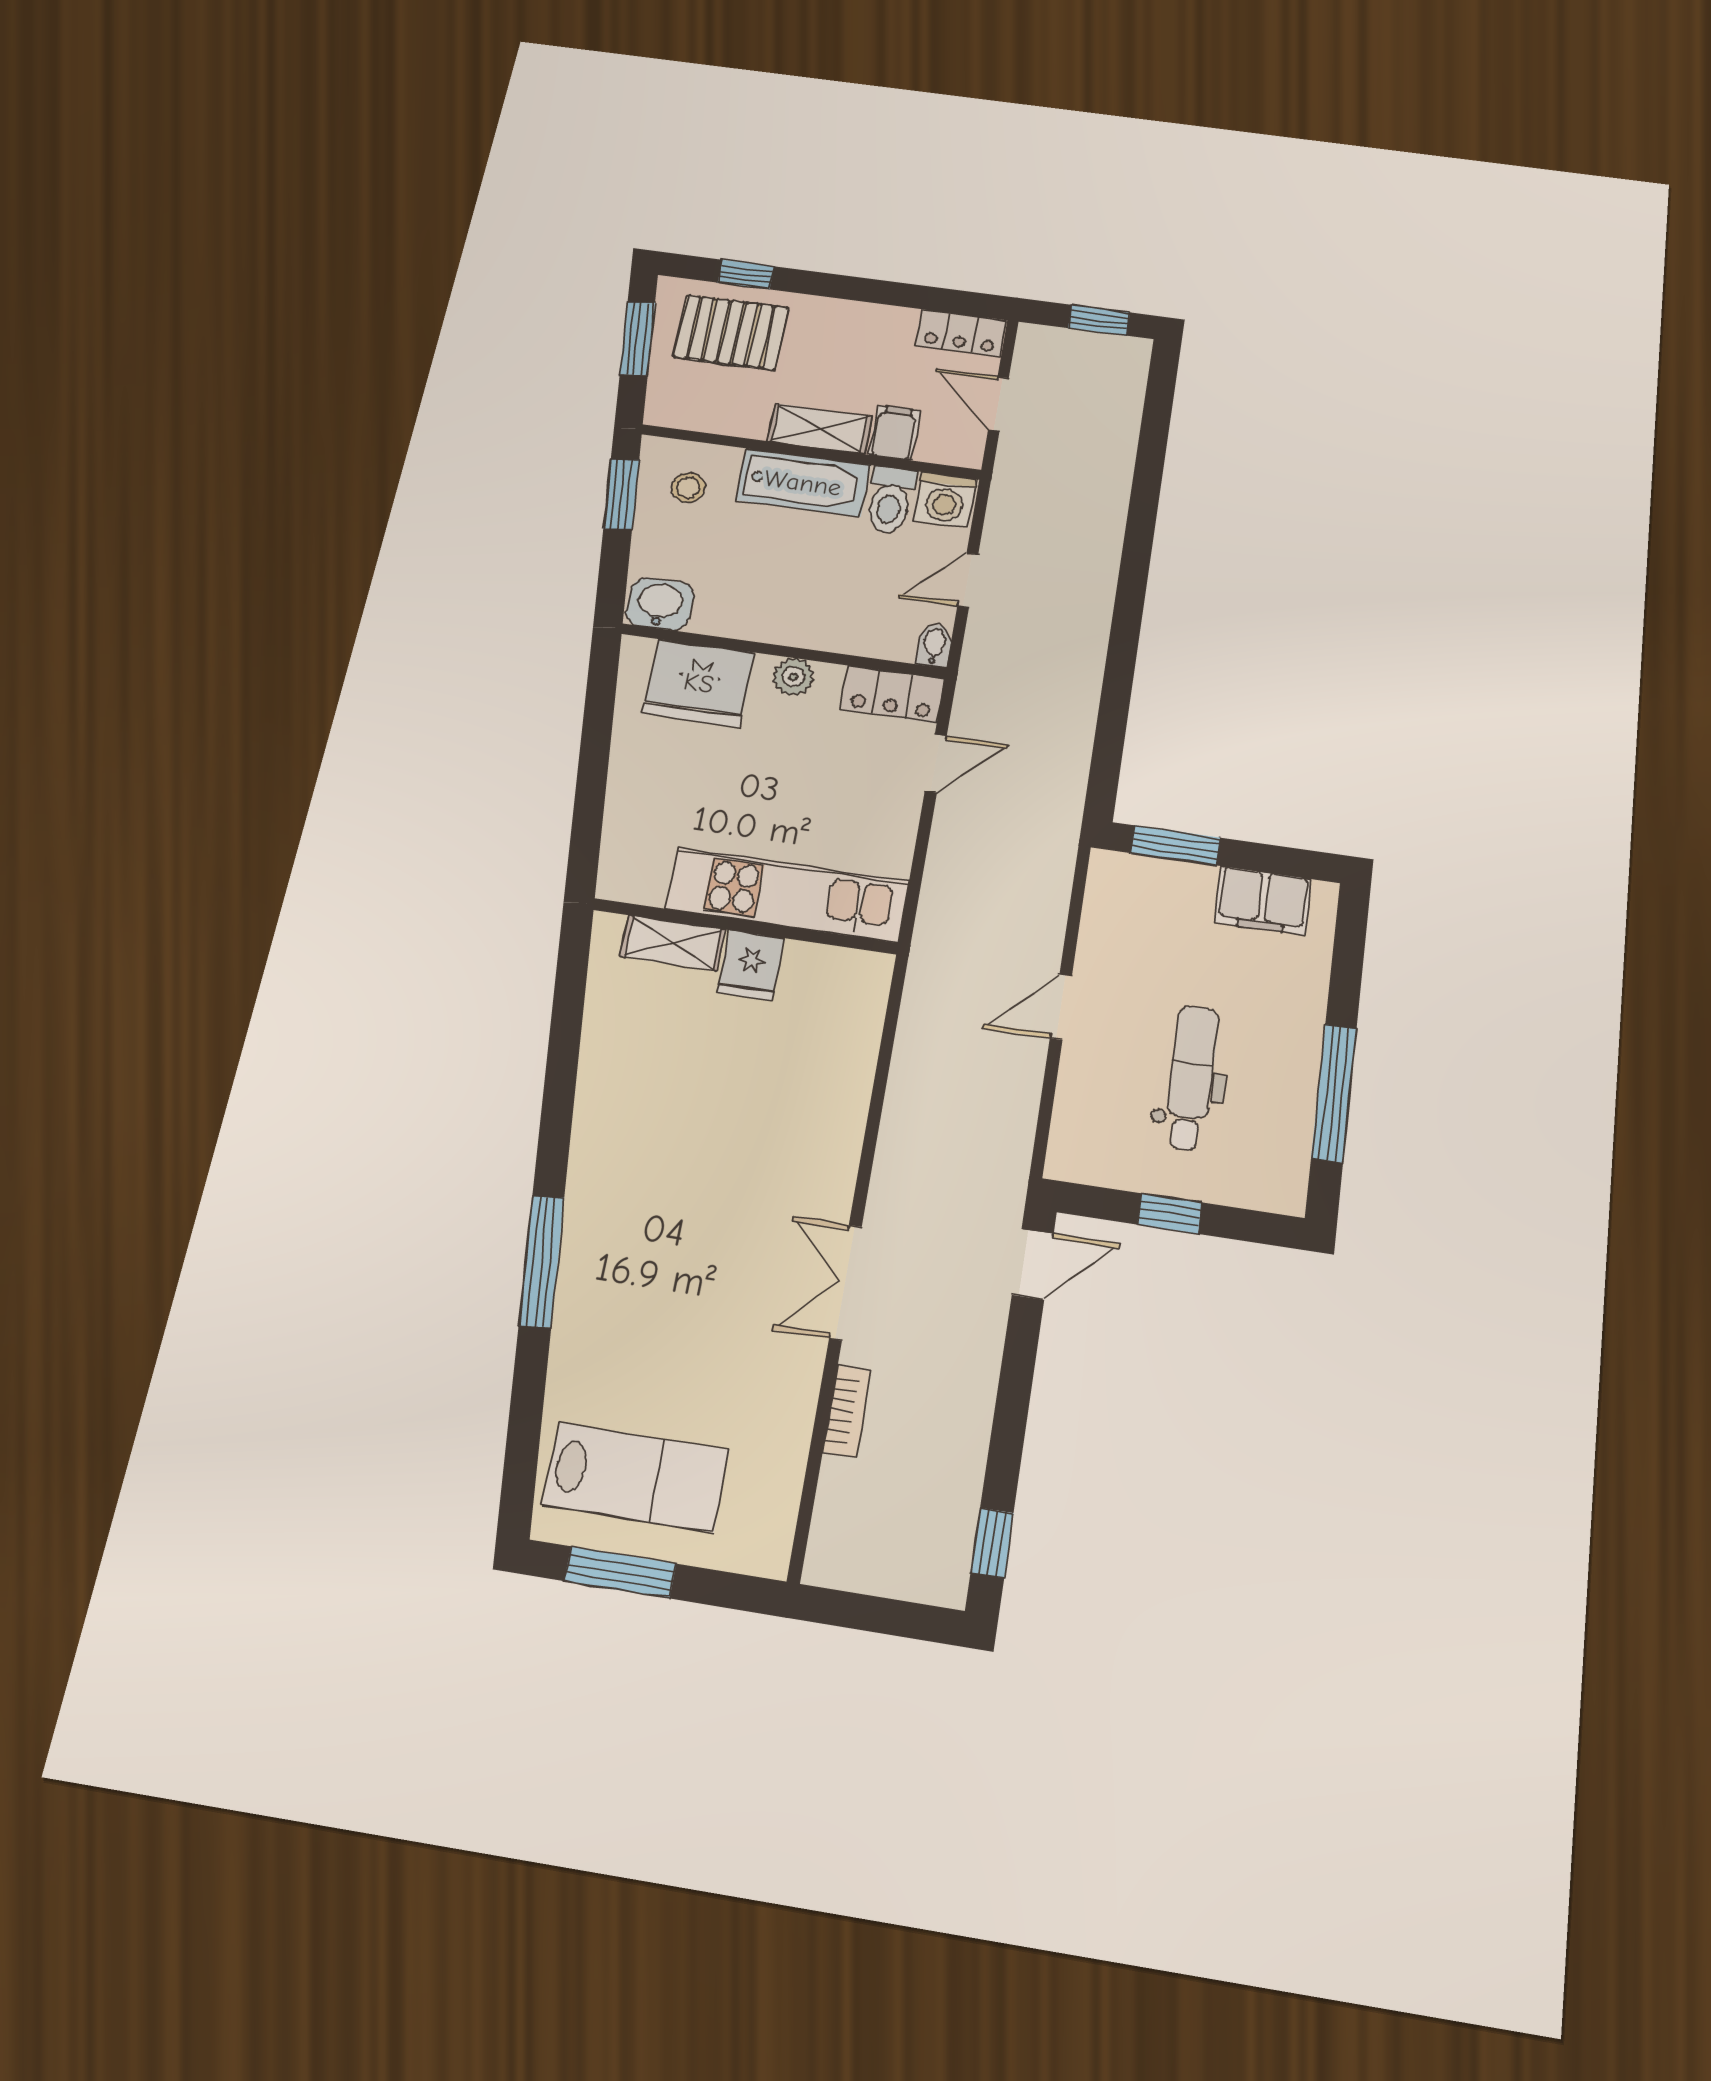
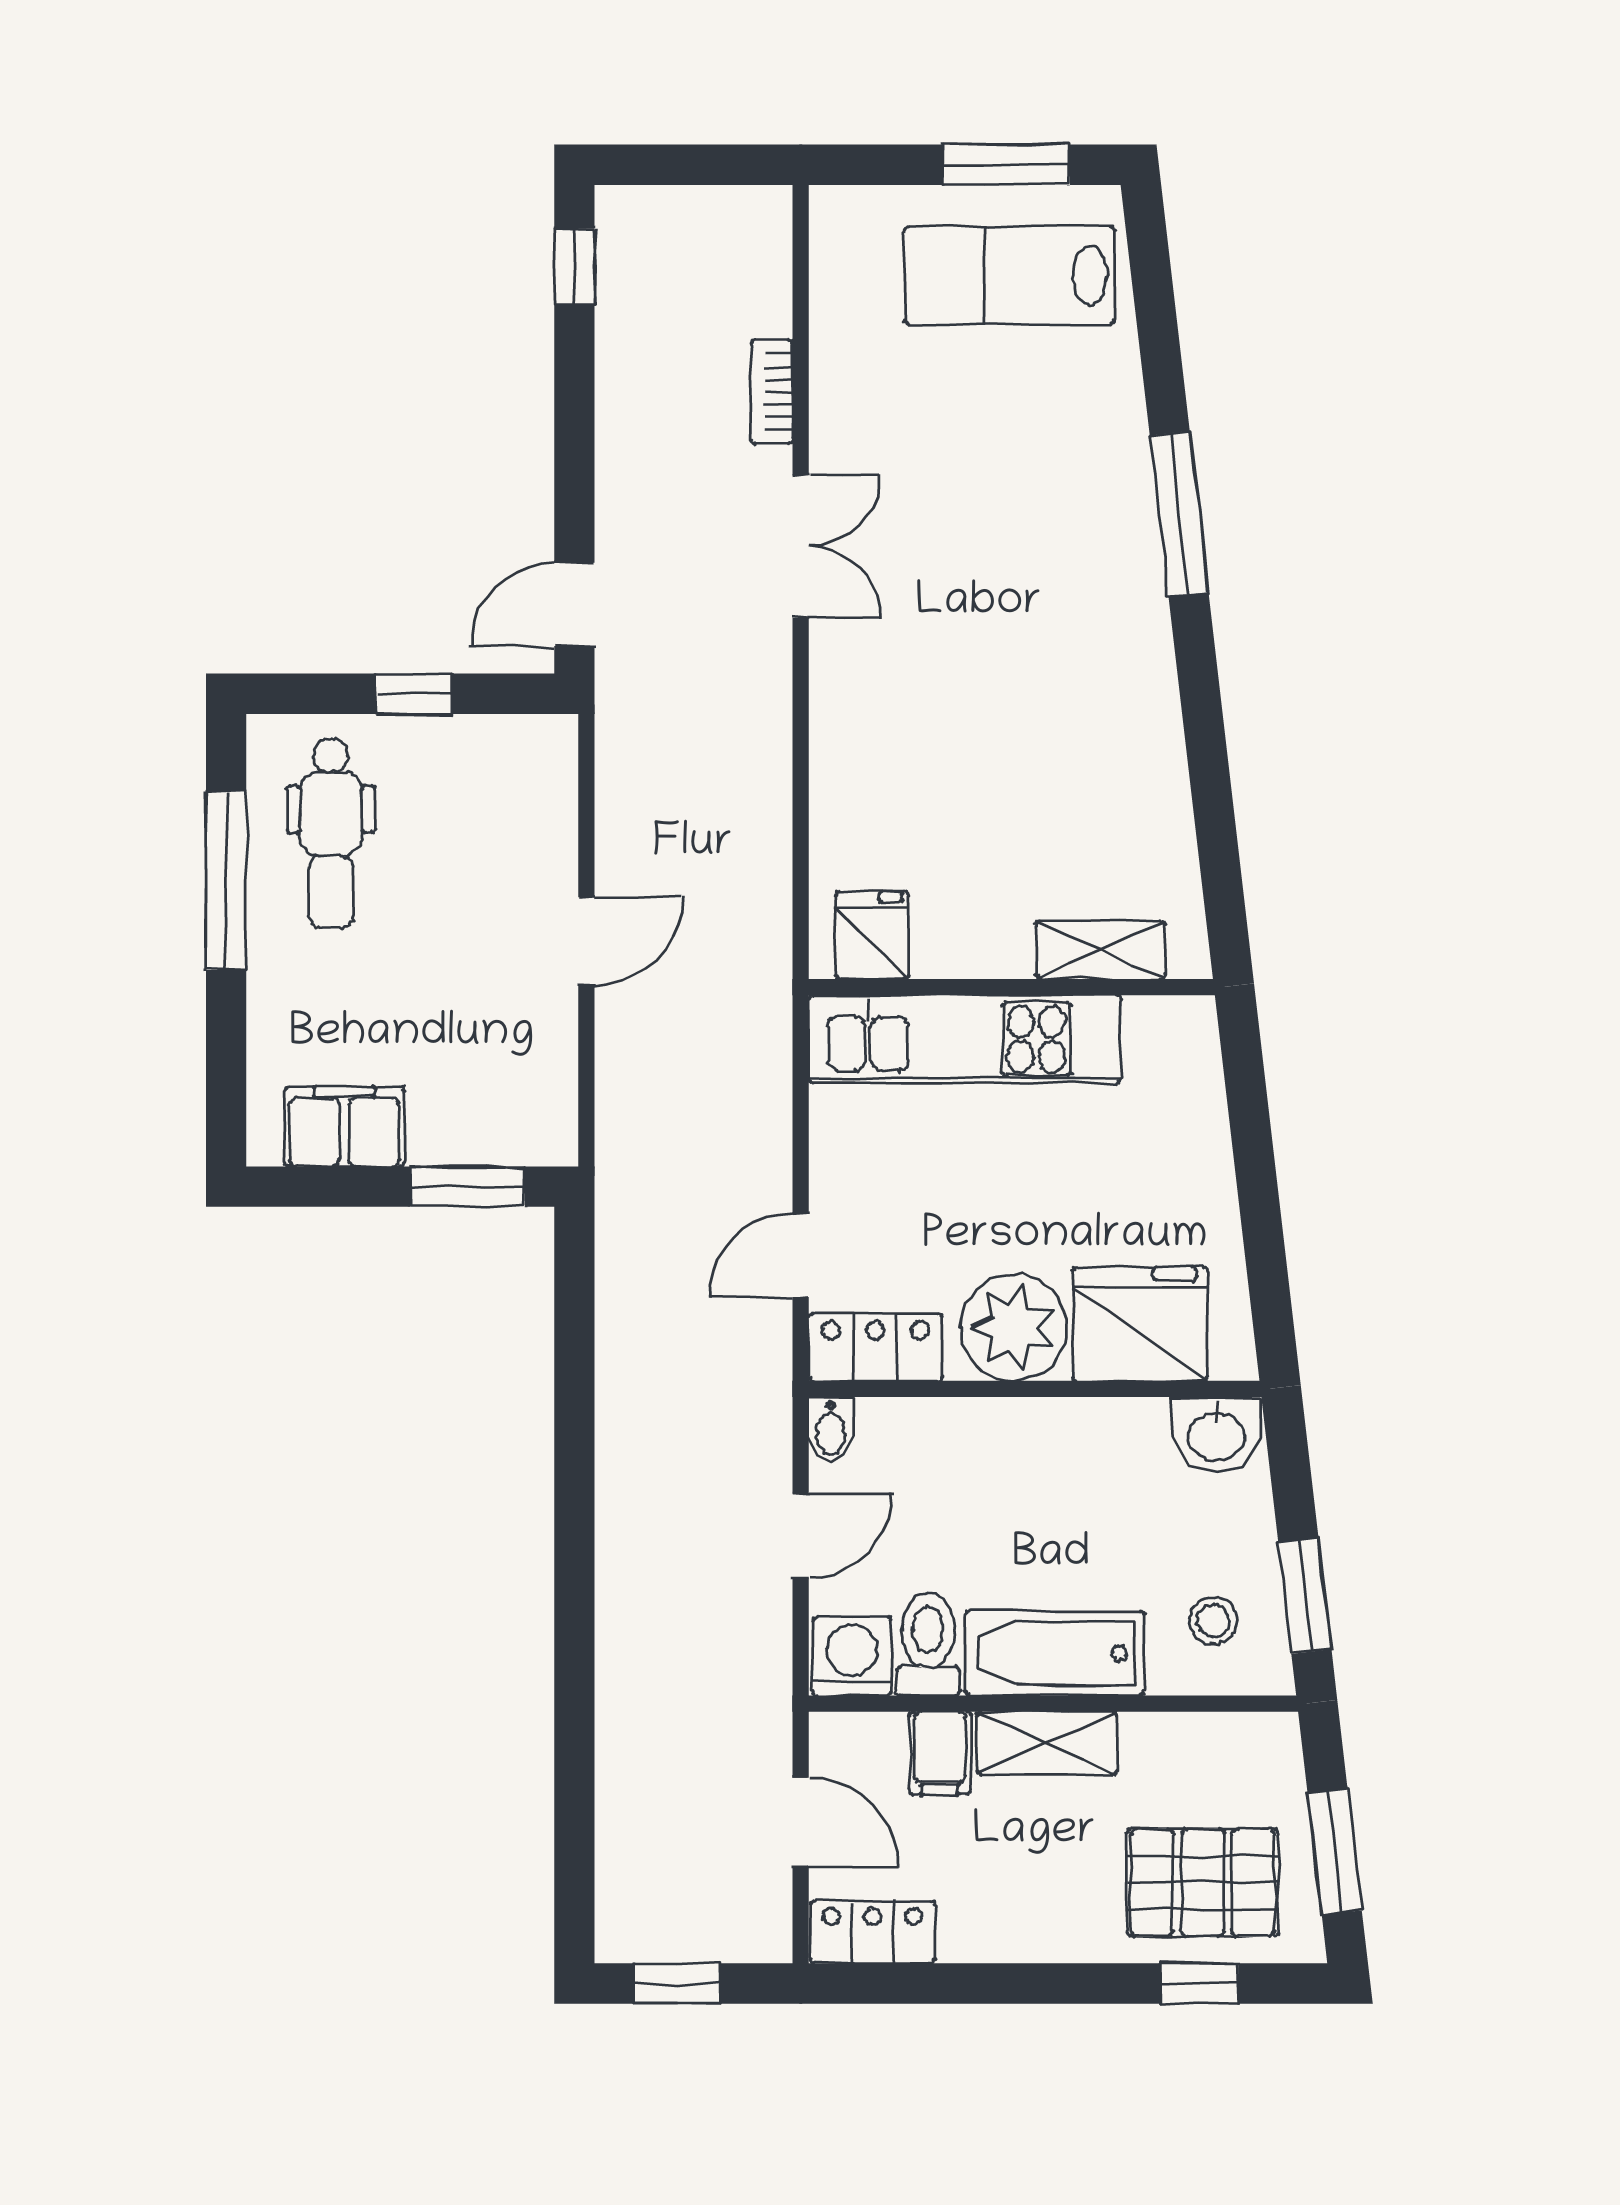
plant: (793, 677) -> (1014, 1328), width x1.88, depth x1.88
fridge: (751, 965) -> (872, 935), moved
dental chair: (1191, 1077) -> (331, 833), moved

